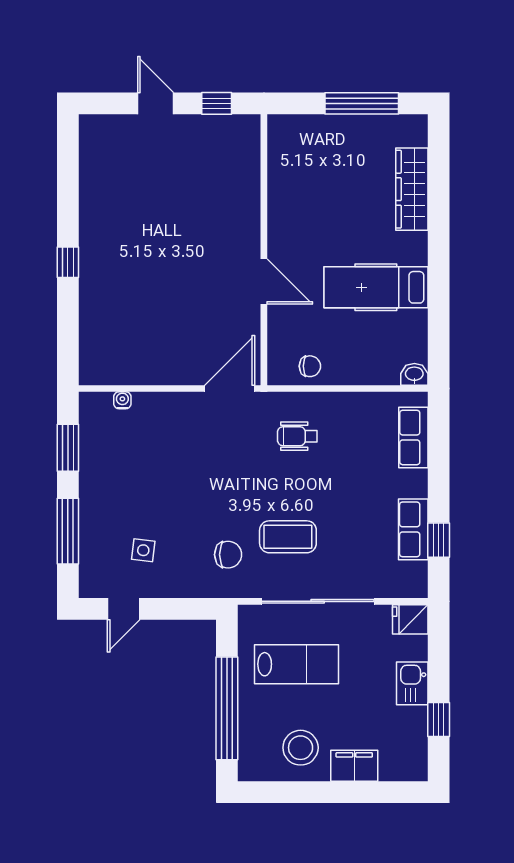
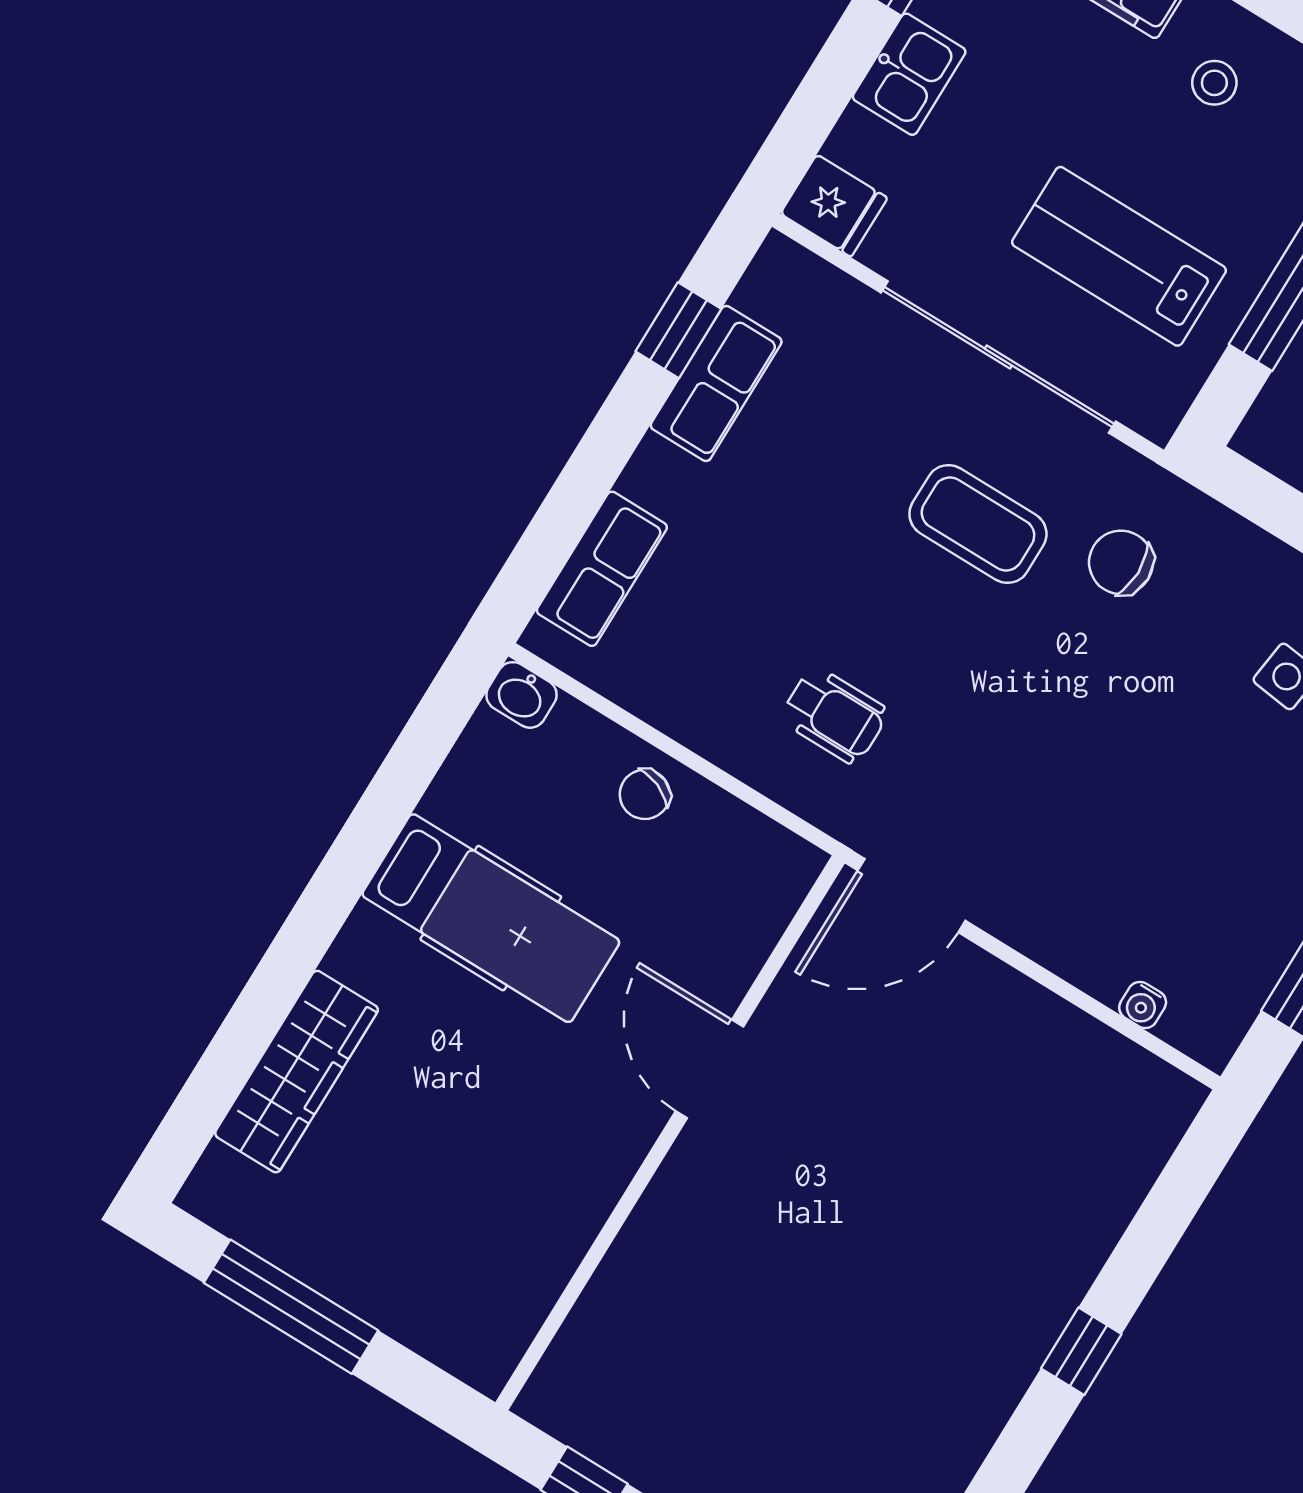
chair: (310, 366) -> (645, 794), moved, turned -68
stool: (301, 748) -> (1214, 83), width x0.53, depth x0.53

